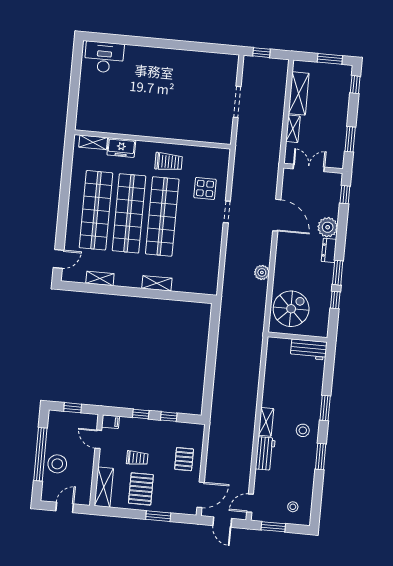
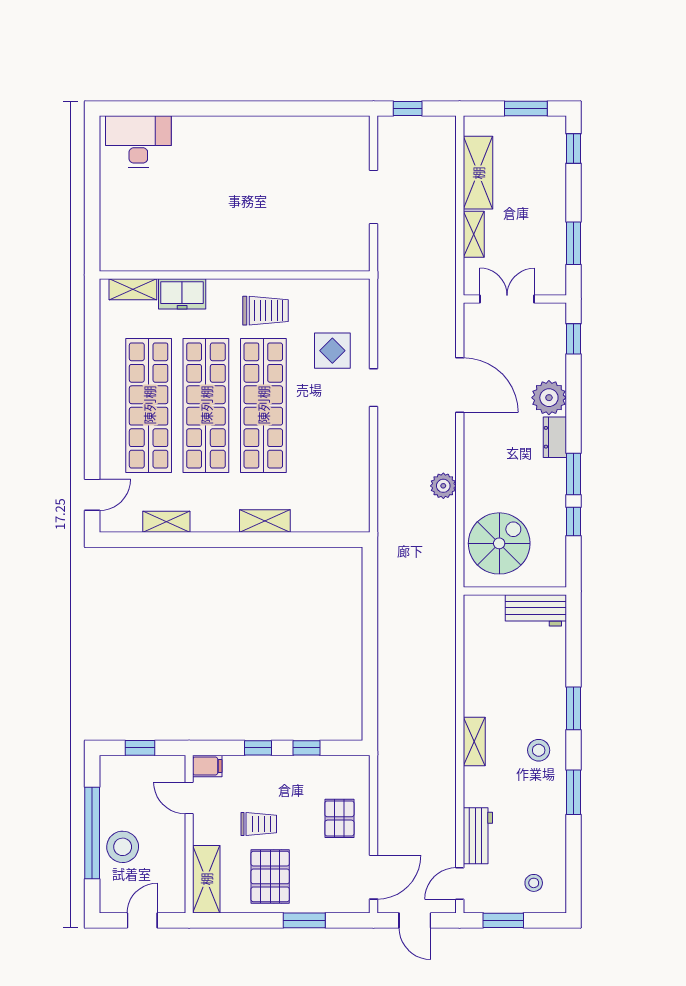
workbench: (265, 453) -> (478, 836), moved

